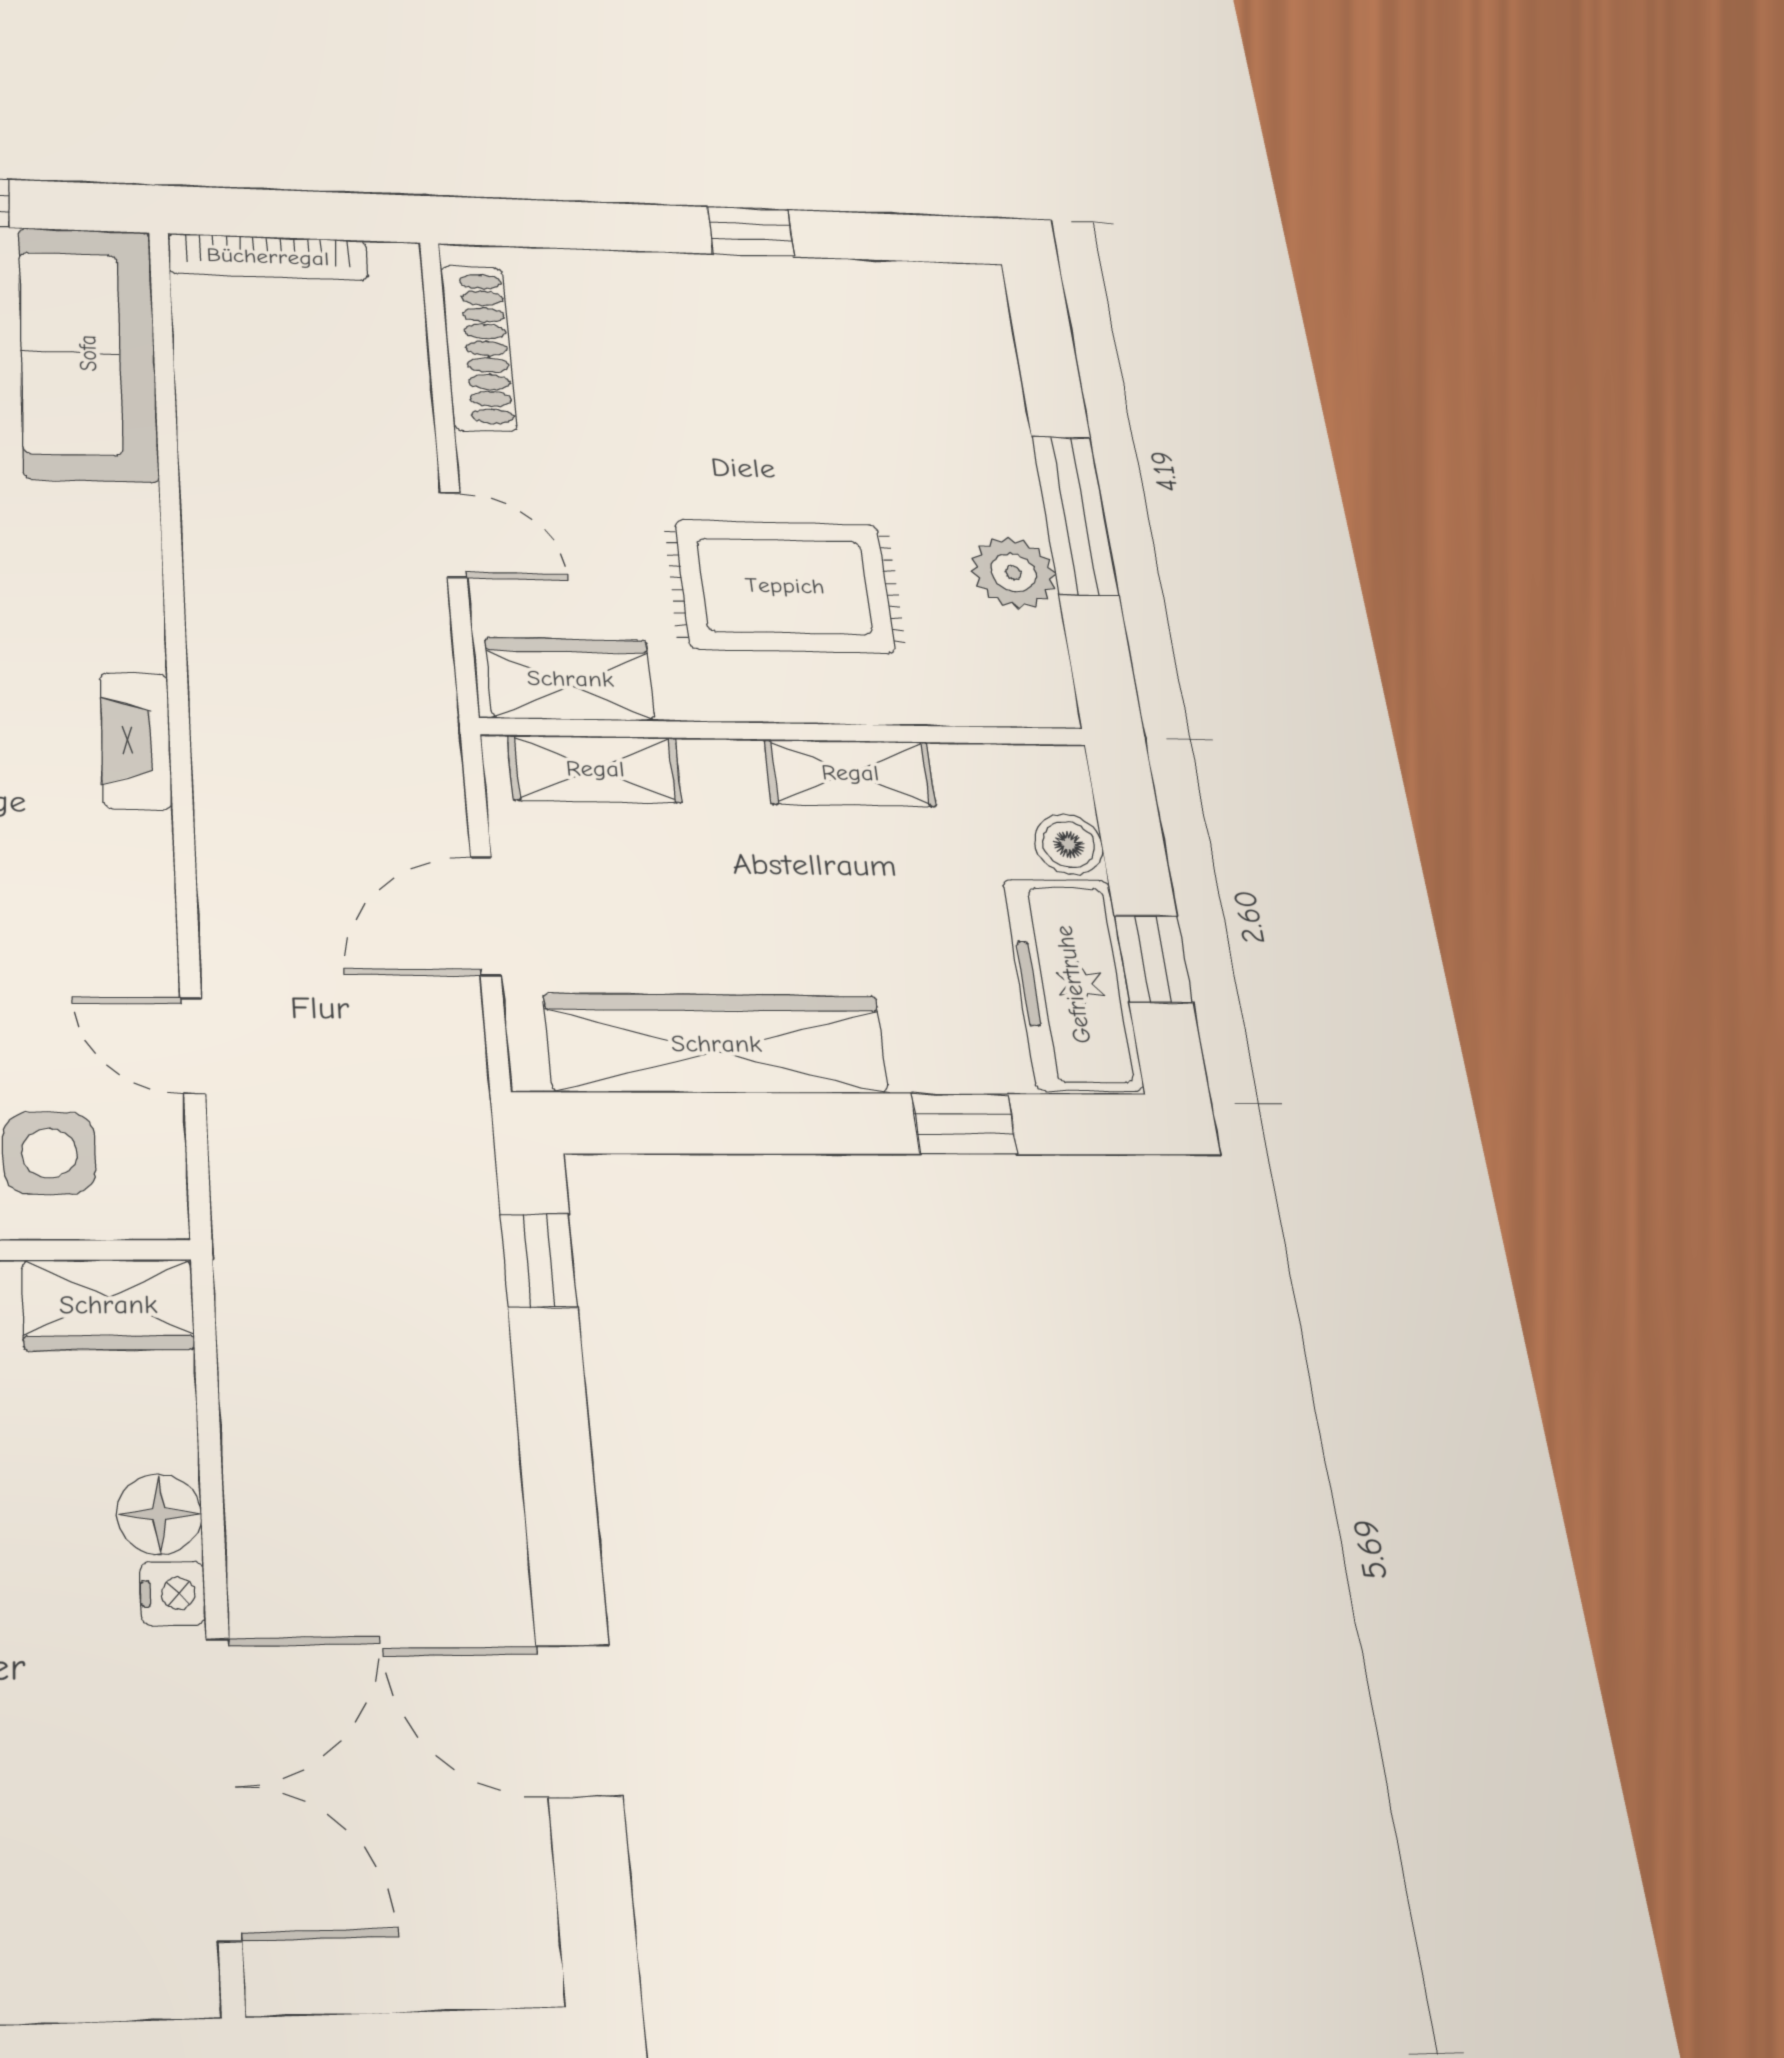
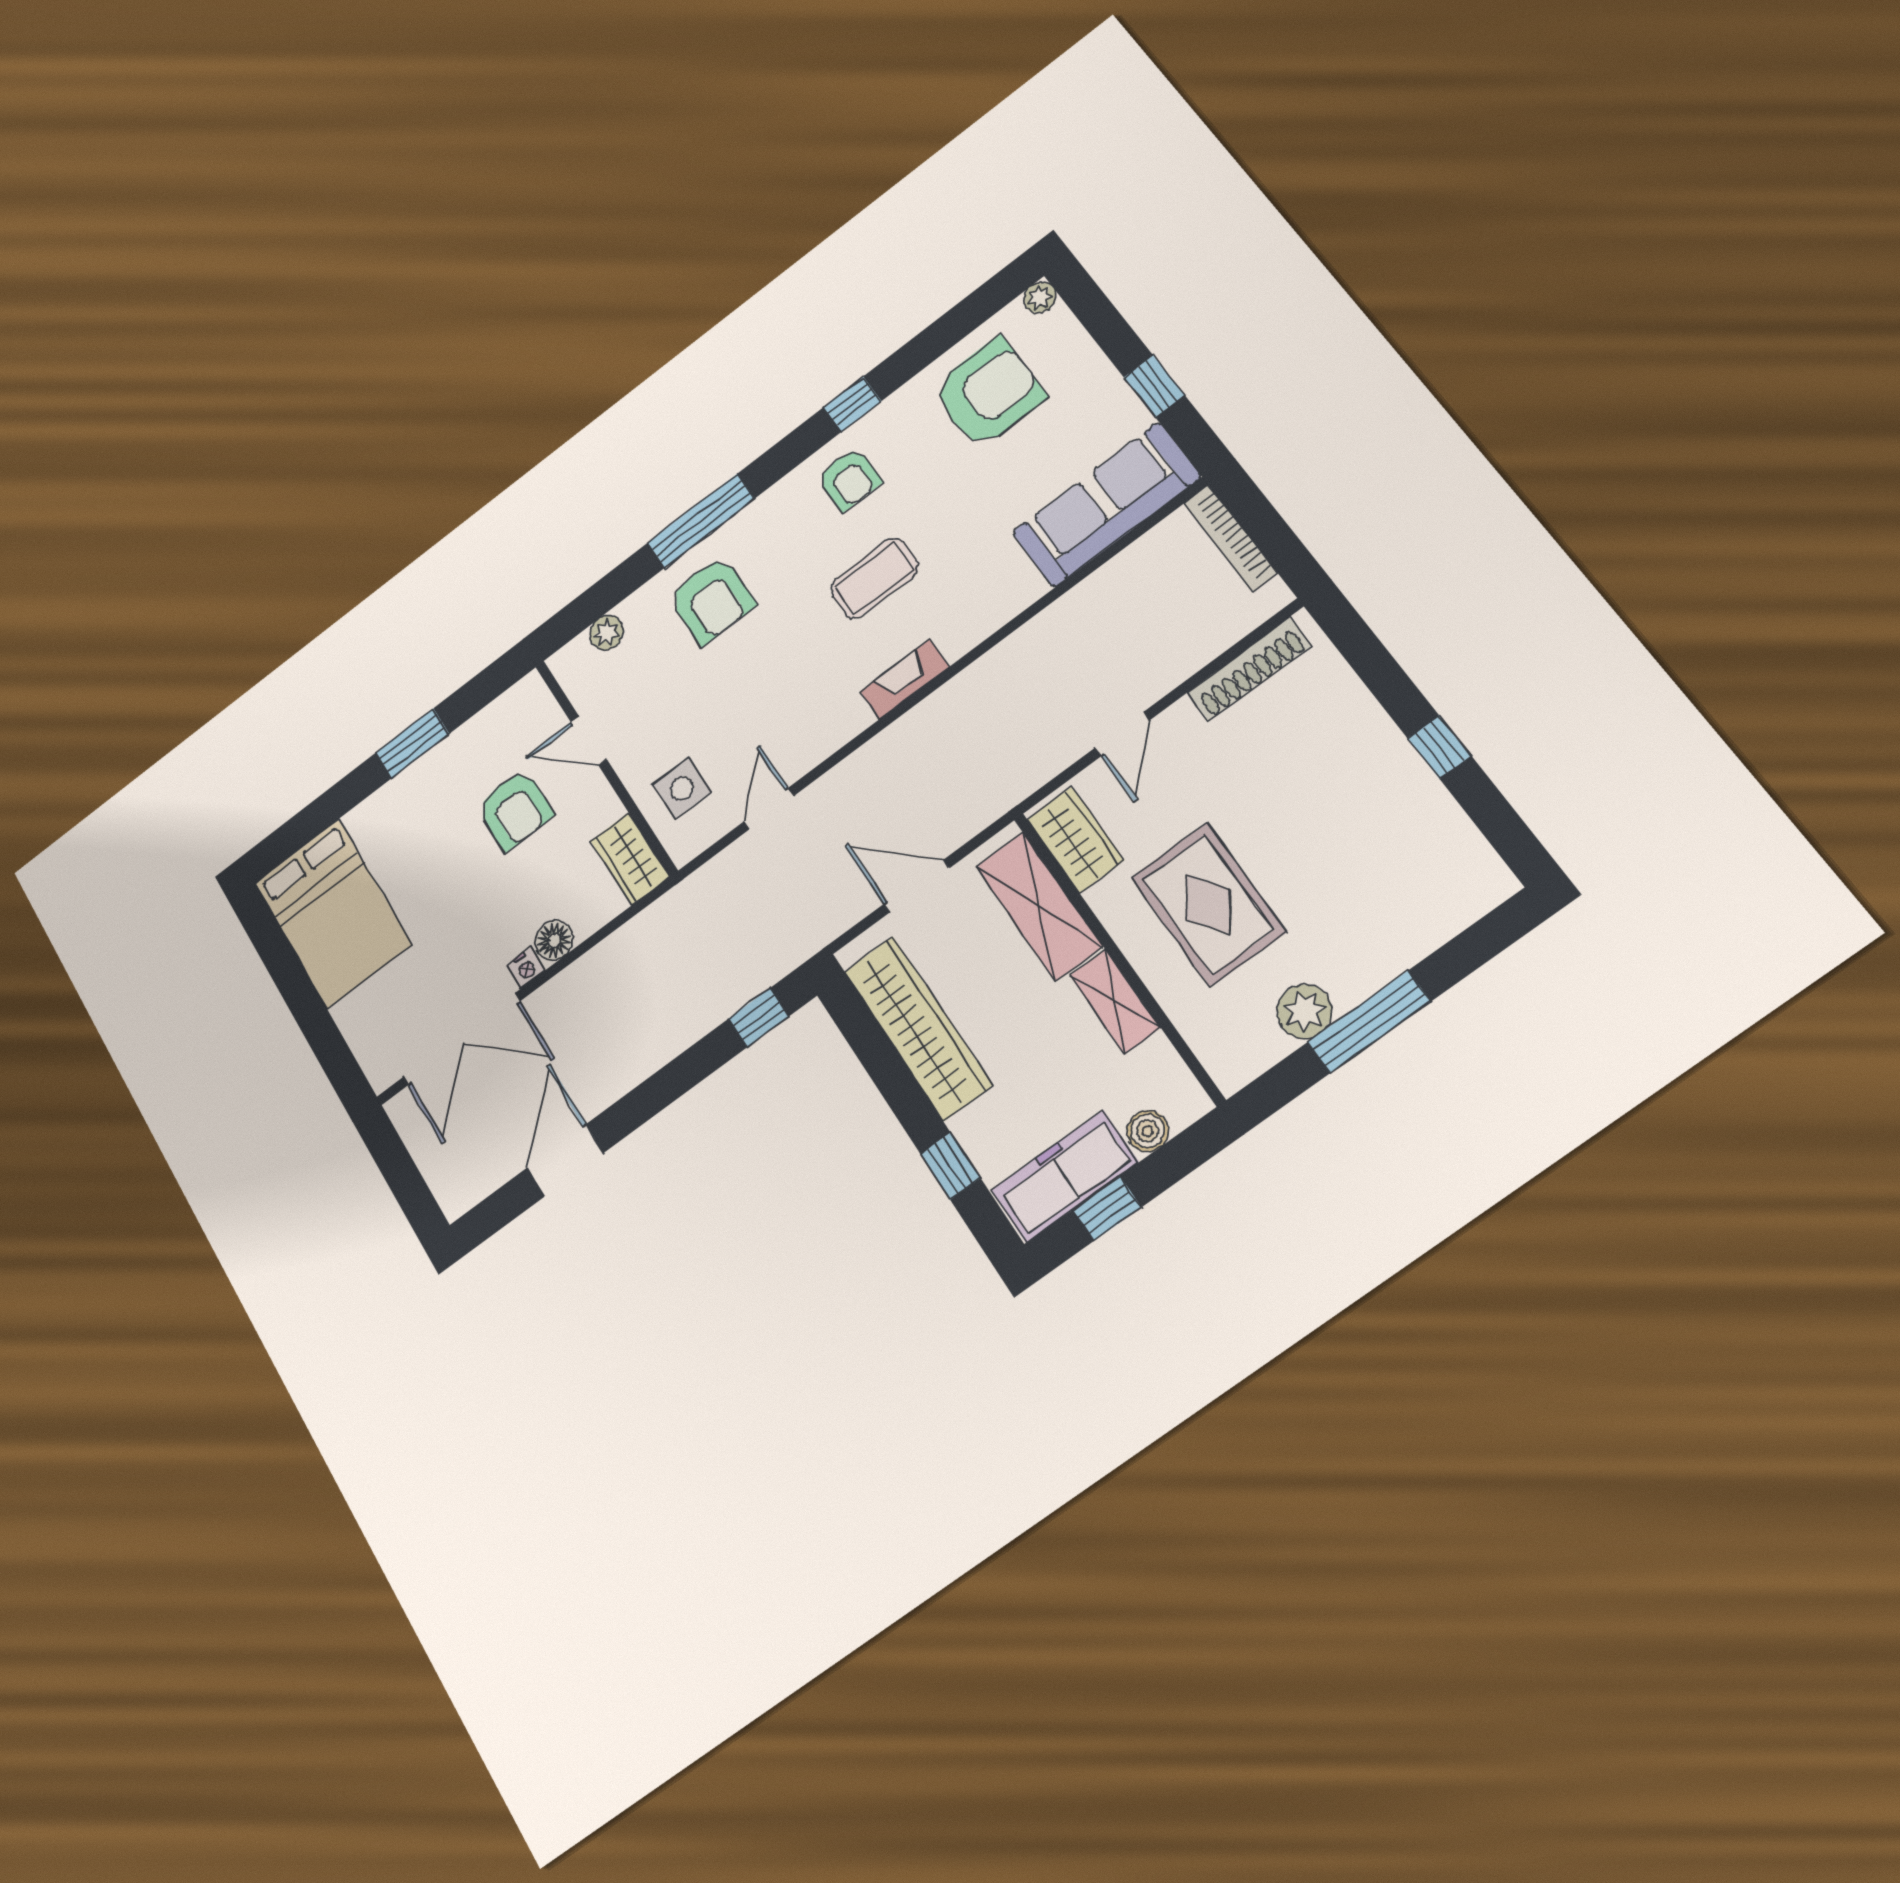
shelving: (595, 769) -> (1039, 906), width x1.50, depth x1.33

